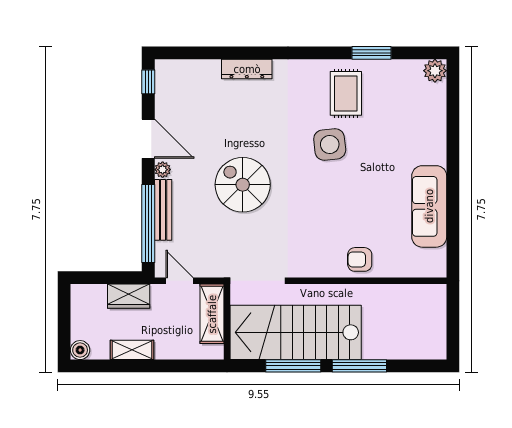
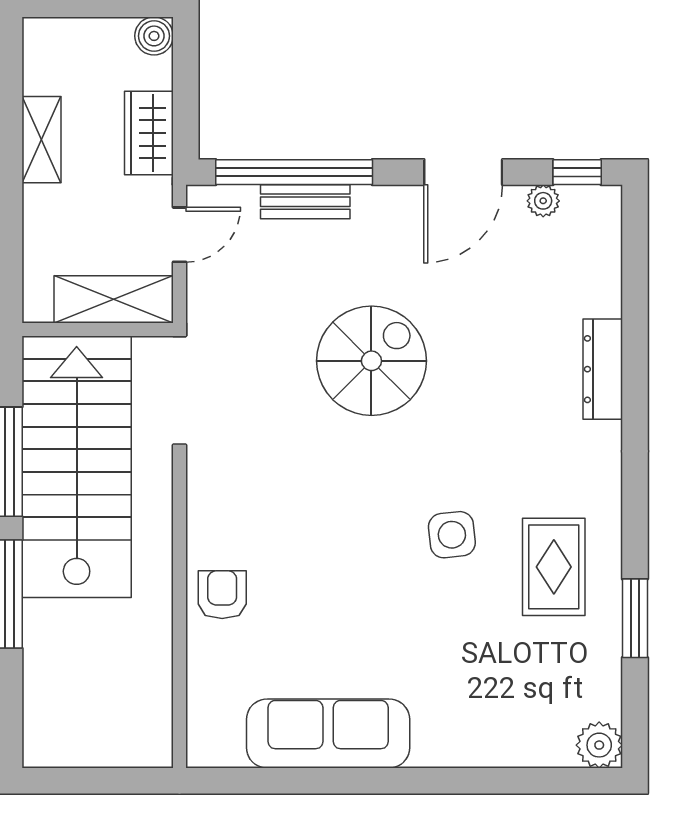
rug: (346, 93) -> (554, 567), turned 90
side table: (330, 144) -> (452, 535), width x0.73, depth x0.73
plant: (163, 170) -> (543, 201), moved
bench: (163, 210) -> (305, 202), width x0.73
boiler: (80, 350) -> (154, 36), moved

